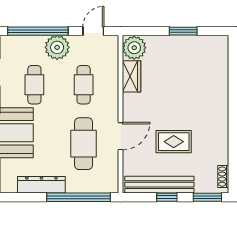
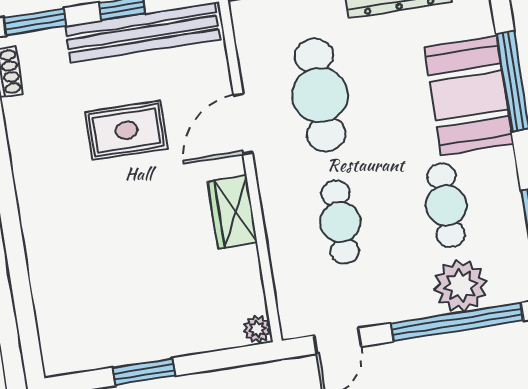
plant: (57, 47) -> (461, 286), moved
plant: (134, 48) -> (257, 329), width x0.53, depth x0.53
wardrobe: (132, 76) -> (233, 212), moved

